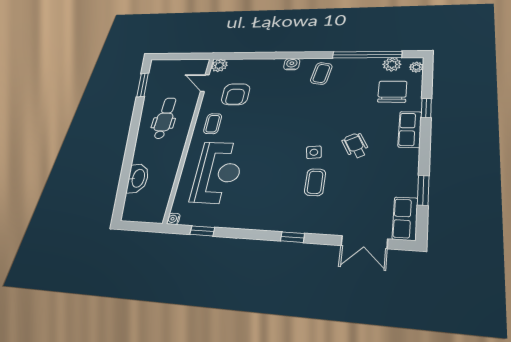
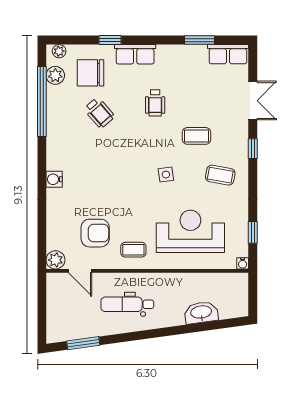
coffee table: (321, 73) -> (220, 175), moved
door: (205, 83) -> (80, 271), hinge flipped
wheelchair: (351, 98) -> (99, 113), added
wheelchair: (355, 146) -> (155, 103), turned -62
side table: (314, 152) -> (166, 175), moved
double door: (364, 242) -> (253, 101), moved

